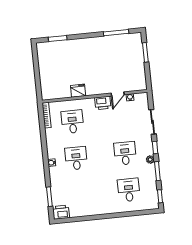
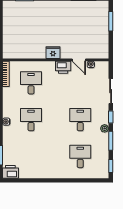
fridge: (78, 91) -> (53, 53), moved
door: (118, 94) -> (79, 60), hinge flipped

